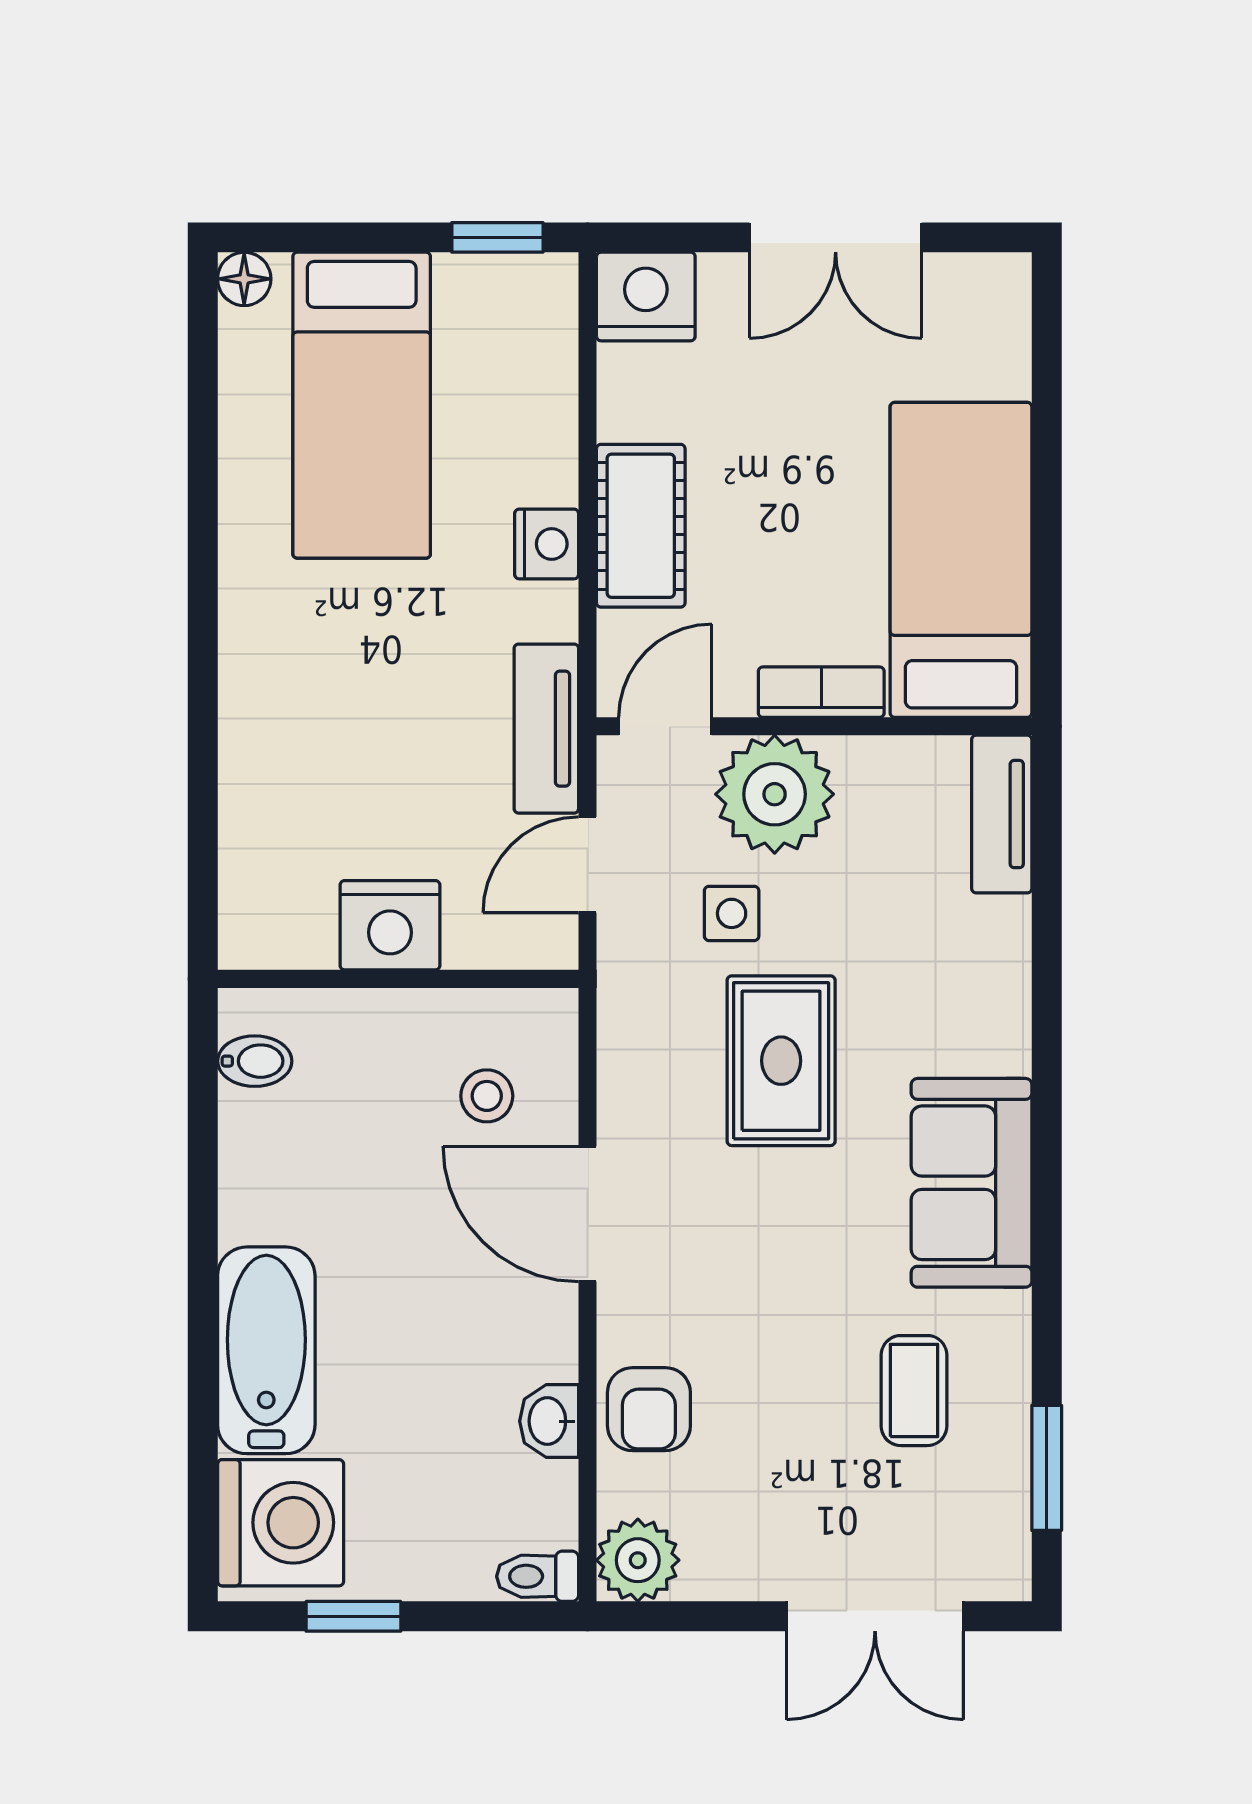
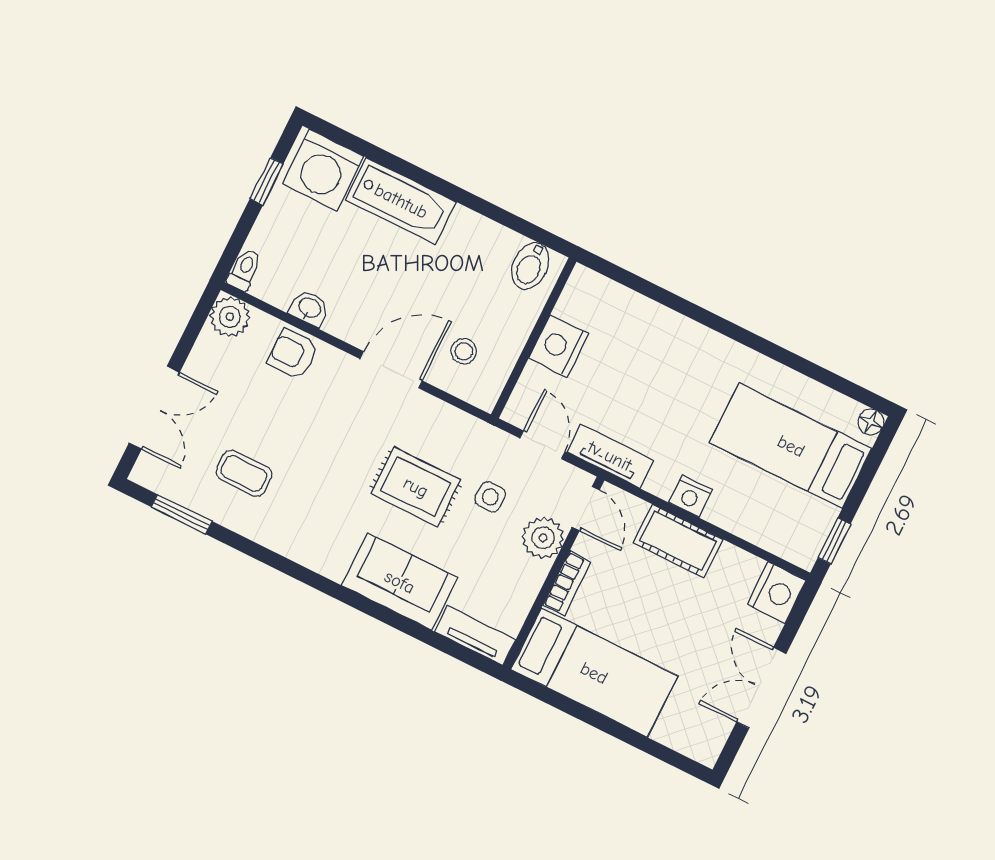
plant: (775, 794) -> (543, 538), width x0.73, depth x0.73
bidet: (255, 1061) -> (530, 266), width x1.38, depth x1.36
sofa: (972, 1183) -> (400, 582), moved
double door: (875, 1616) -> (154, 408), swing flipped

